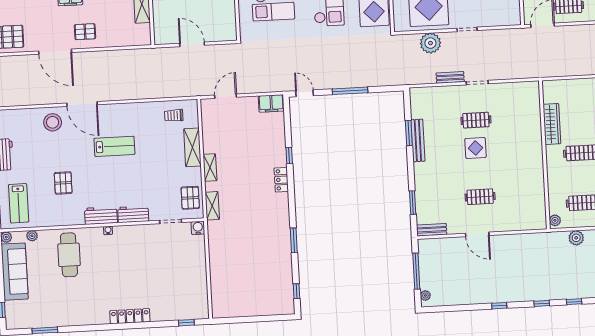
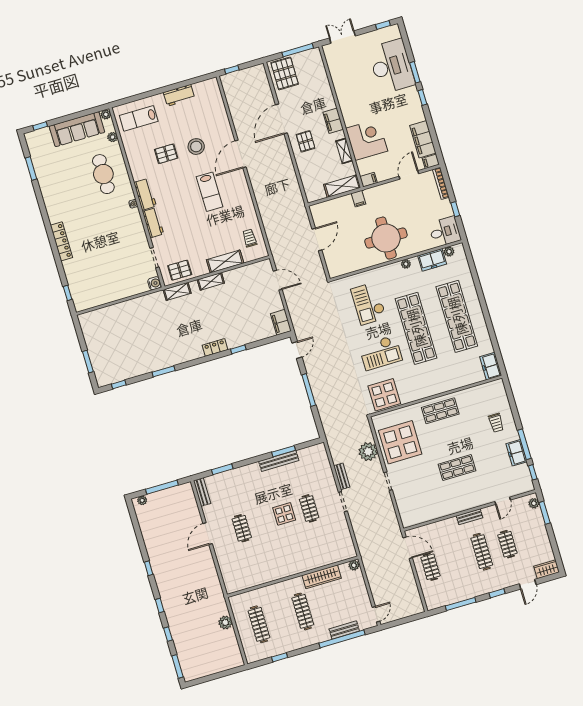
stool: (53, 122) -> (196, 147), moved
plant: (555, 220) -> (354, 565), moved
cafe table: (69, 255) -> (103, 174), turned 90
window: (264, 318) -> (88, 362), added

